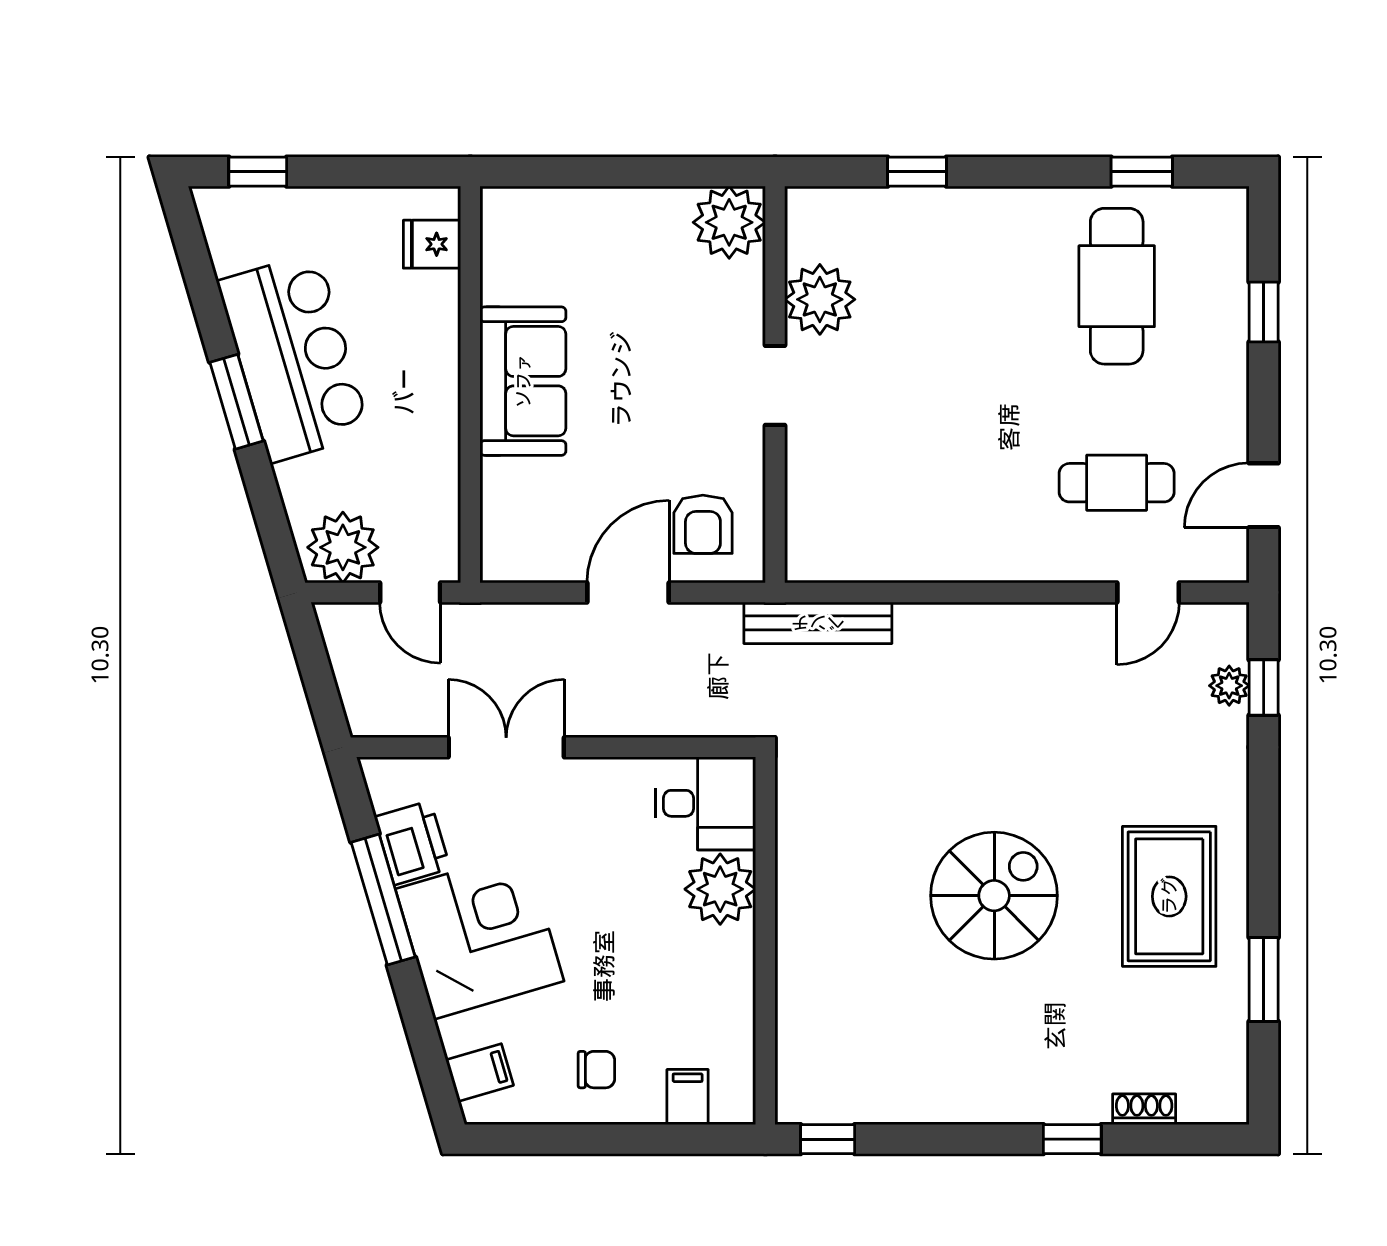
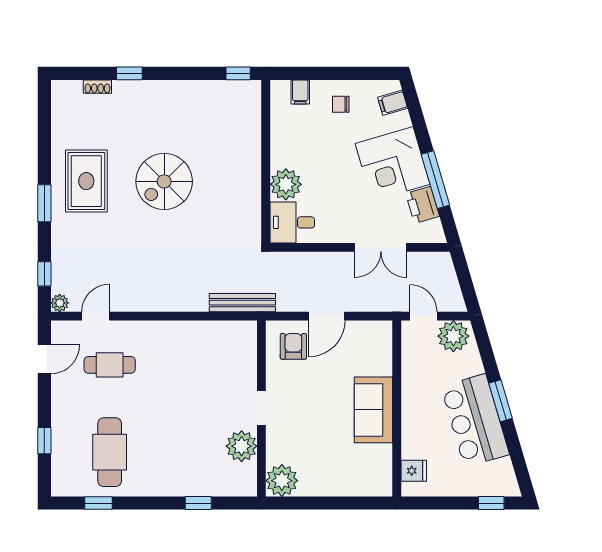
plant: (1229, 686) -> (60, 303), moved
window: (1264, 979) -> (44, 203), moved

